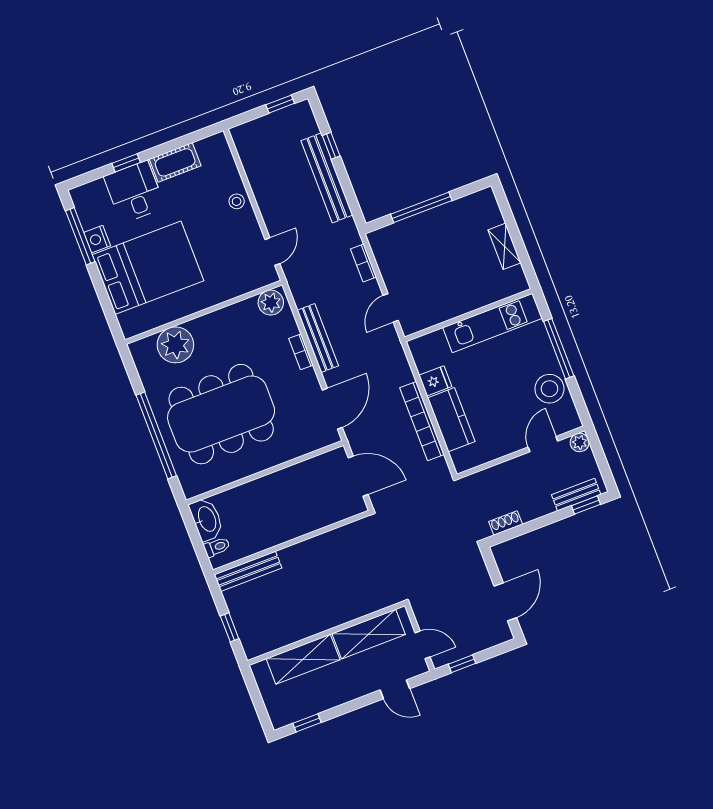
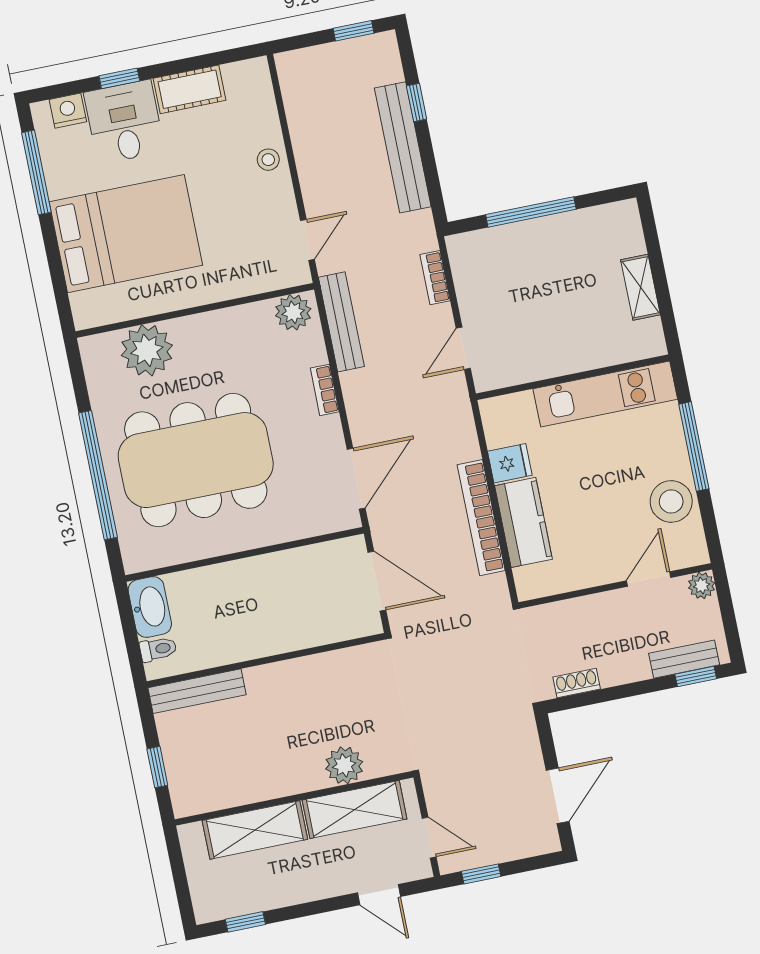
nightstand: (97, 239) -> (68, 111), moved, turned 90
bench: (318, 338) -> (341, 322), moved
plant: (357, 605) -> (344, 765), added

